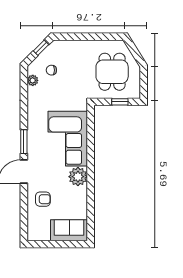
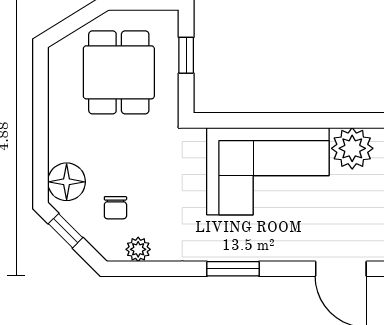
floor lamp: (63, 48) -> (67, 182), added
dining table: (112, 72) -> (119, 72), turned 90
window: (24, 142) -> (233, 269), moved

